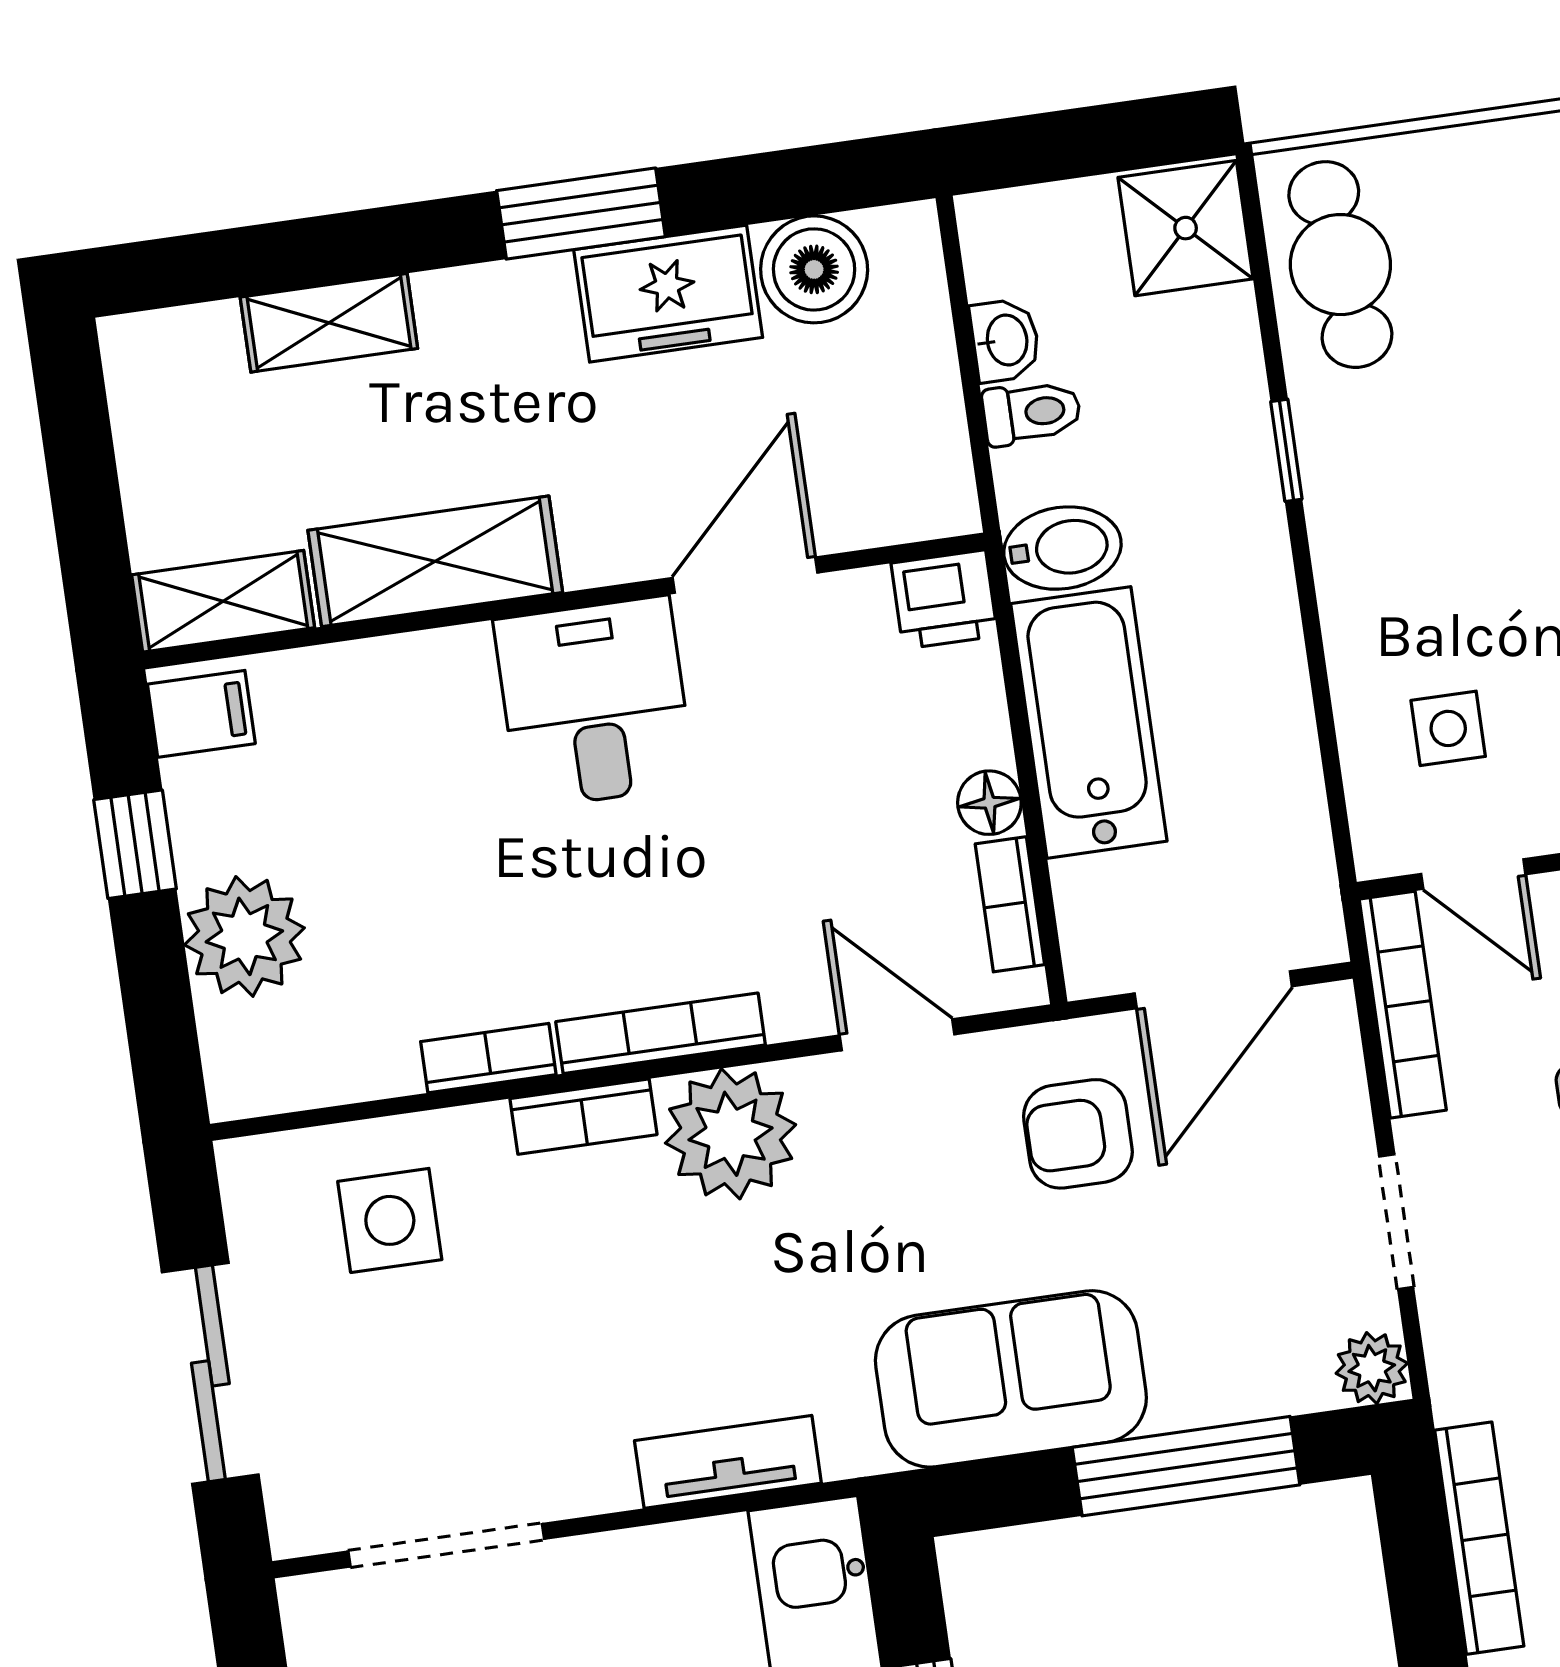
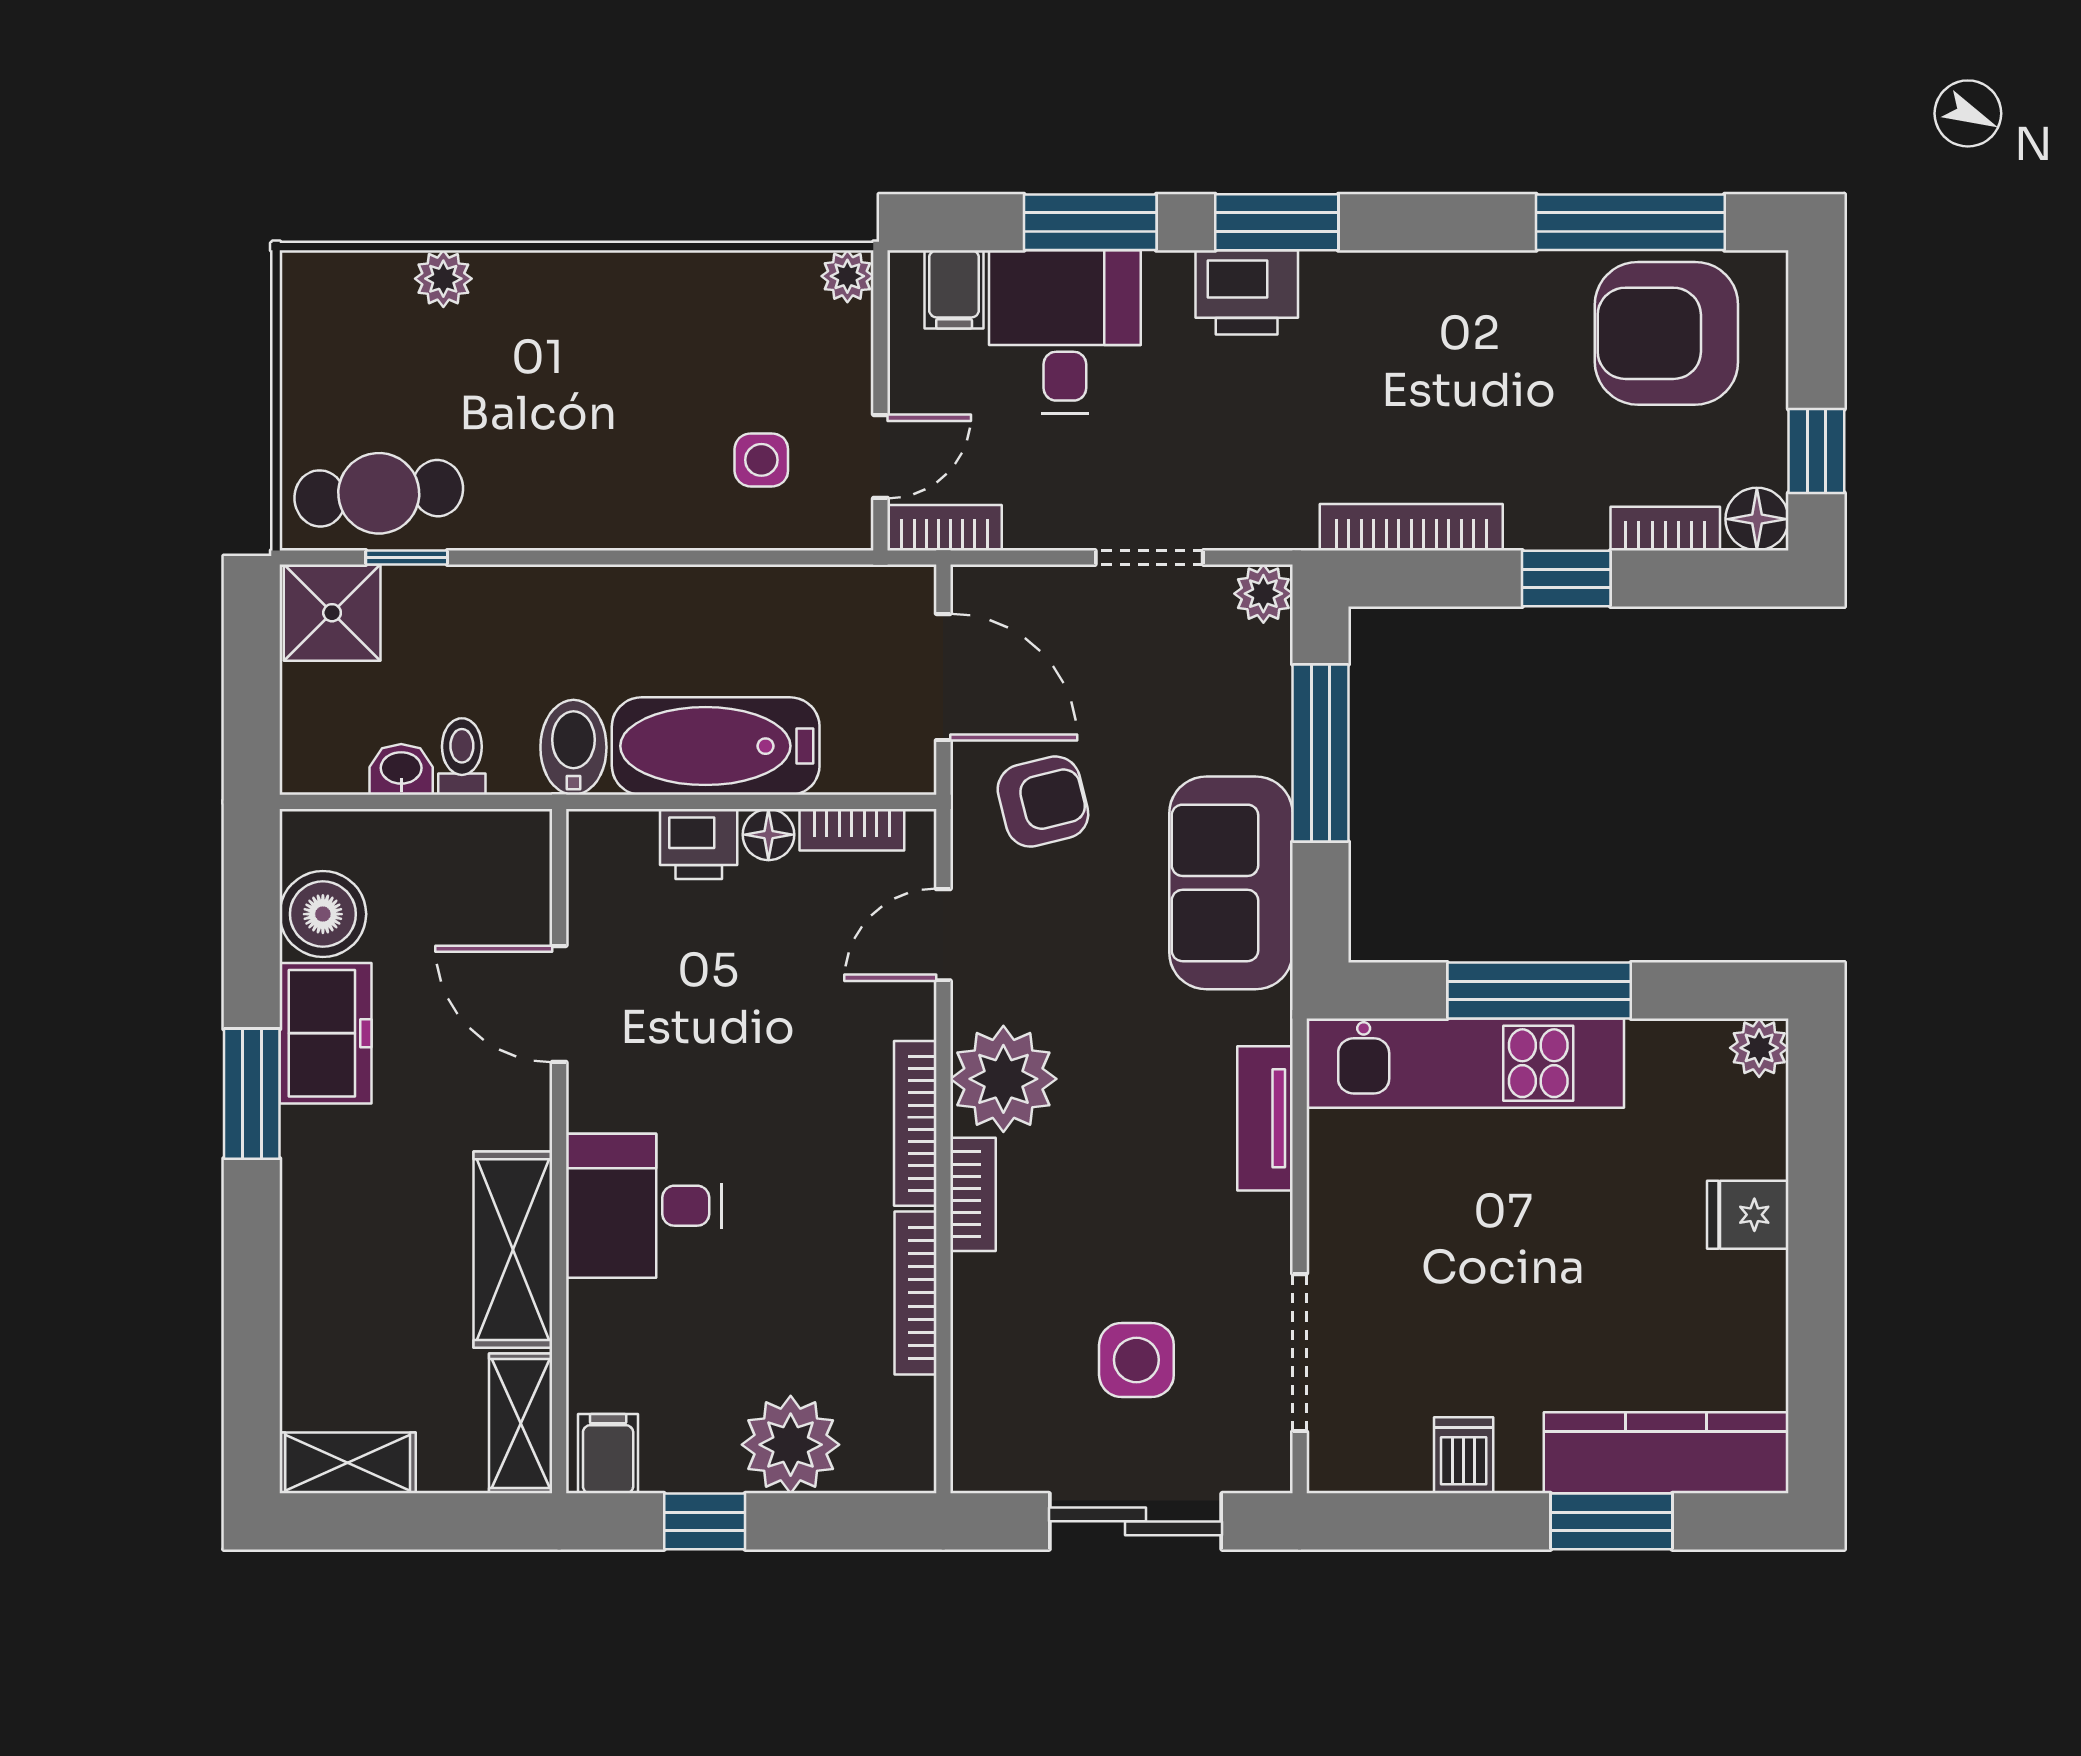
shelving: (329, 323) -> (348, 1463), moved, turned 90
window: (1286, 450) -> (407, 557), moved
printer: (944, 600) -> (699, 844), moved, turned 90
desk: (594, 703) -> (644, 1206), moved
bookcase: (1403, 1005) -> (945, 528), width x0.64
bookcase: (488, 1058) -> (915, 1293), width x1.56
armchair: (1078, 1134) -> (1043, 802), turned -104
side table: (390, 1220) -> (1136, 1360), moved

